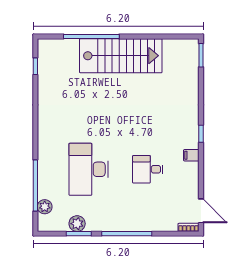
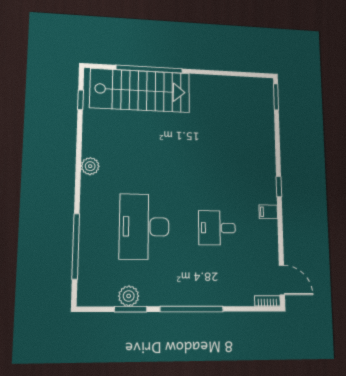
stairs: (121, 56) -> (140, 90), moved
plant: (45, 207) -> (90, 166), moved

